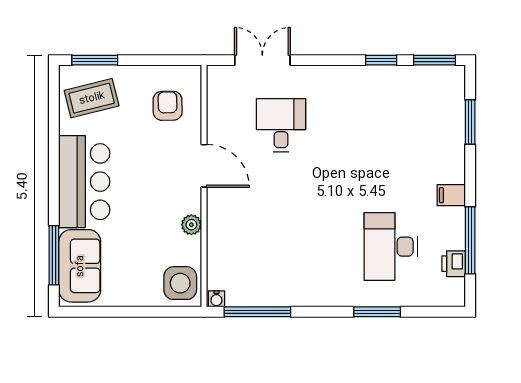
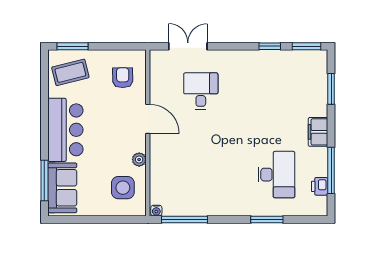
filing cabinet: (451, 195) -> (318, 132), width x2.00
desk: (391, 247) -> (276, 175), turned 180
side table: (180, 283) -> (123, 188), moved

